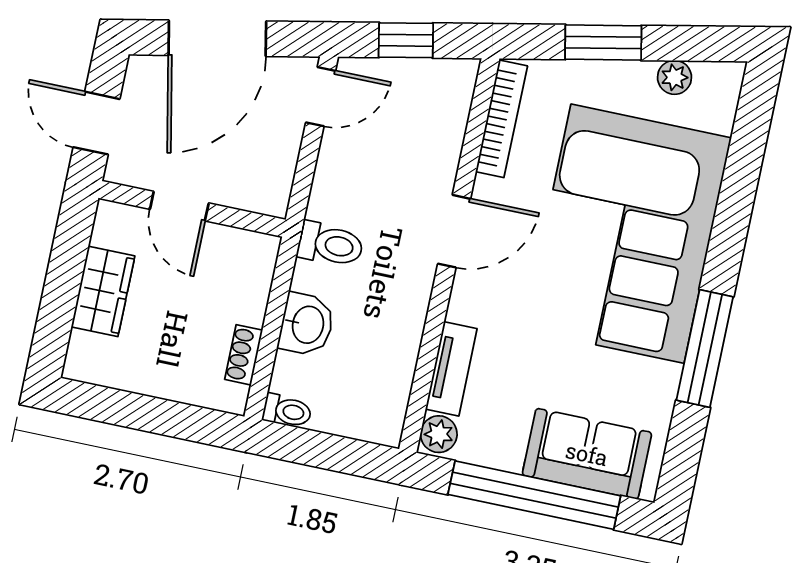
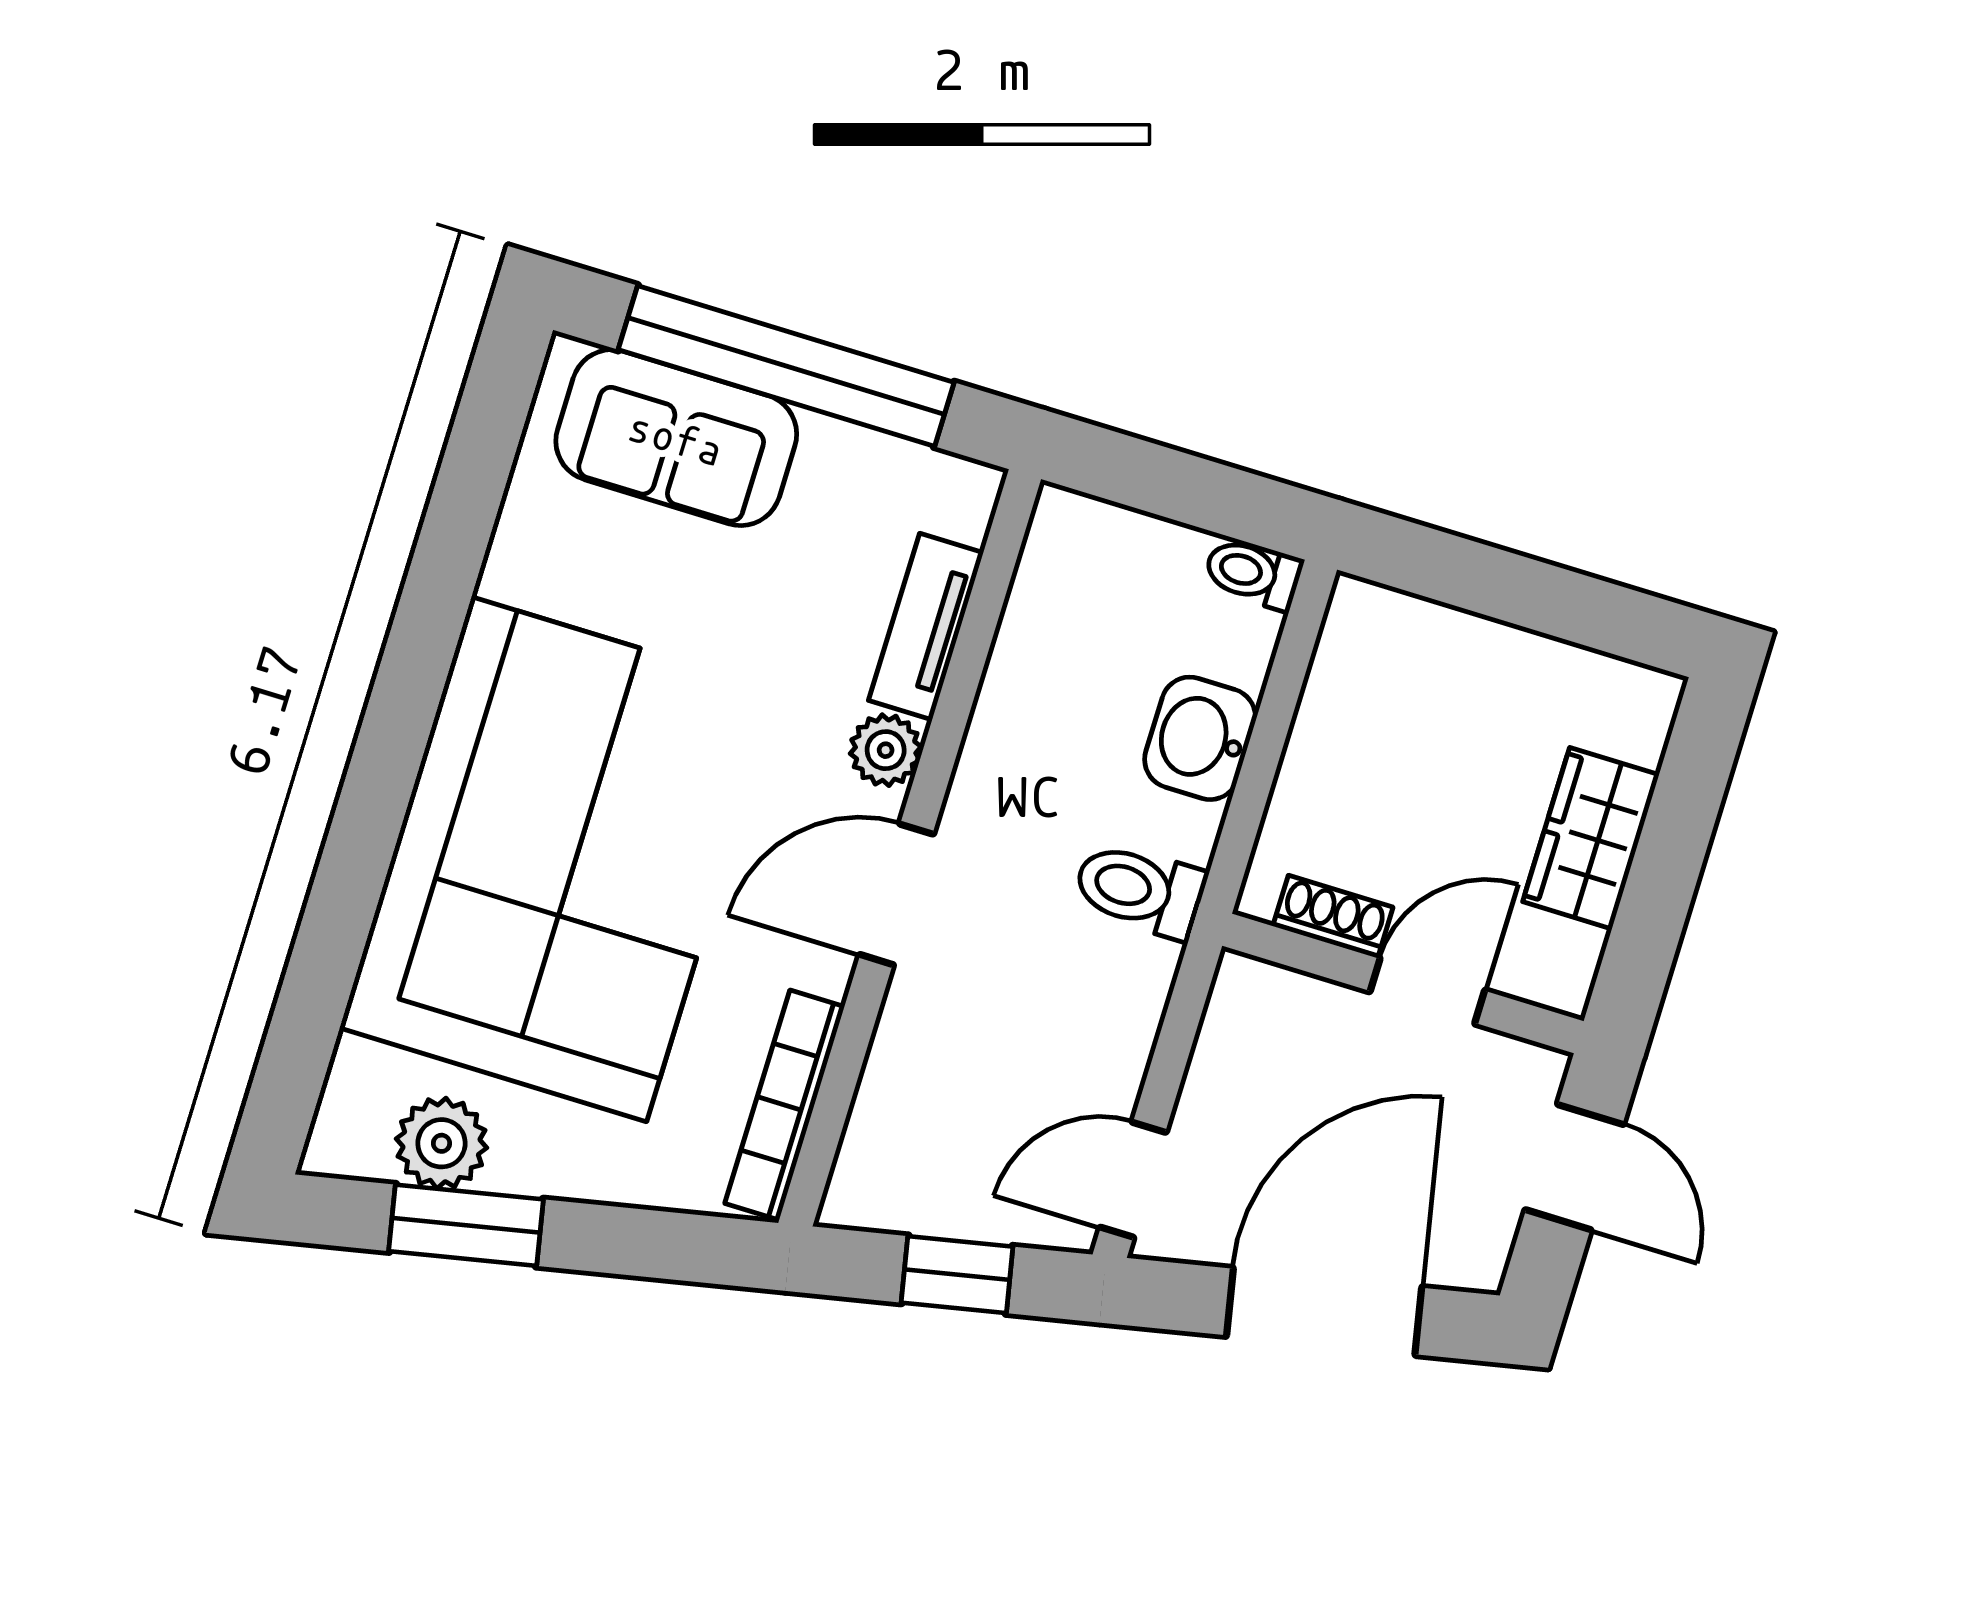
window: (603, 42) -> (466, 1225), moved
plant: (675, 77) -> (442, 1143), width x1.38, depth x1.38
door: (179, 206) -> (1427, 991), hinge flipped
window: (705, 349) -> (428, 622), removed
shoe rack: (244, 355) -> (1333, 917), moved, turned -90
plant: (439, 434) -> (886, 750), moved

